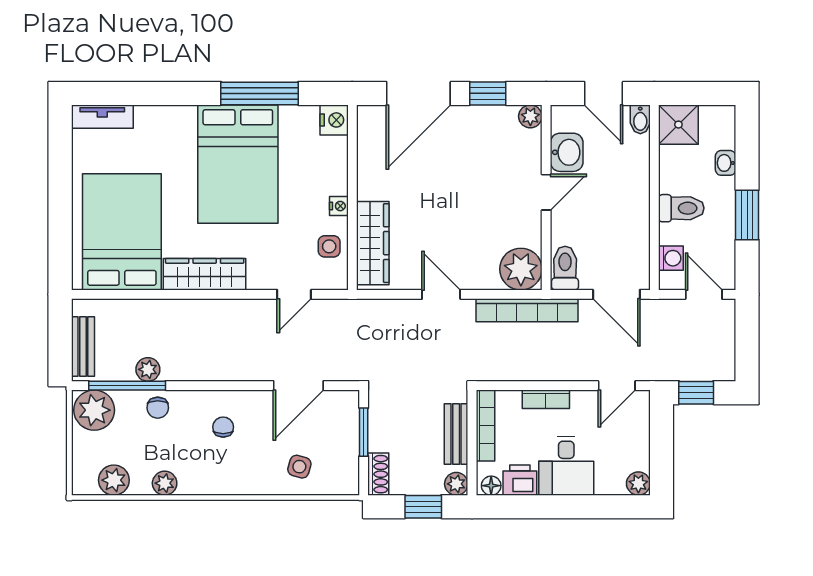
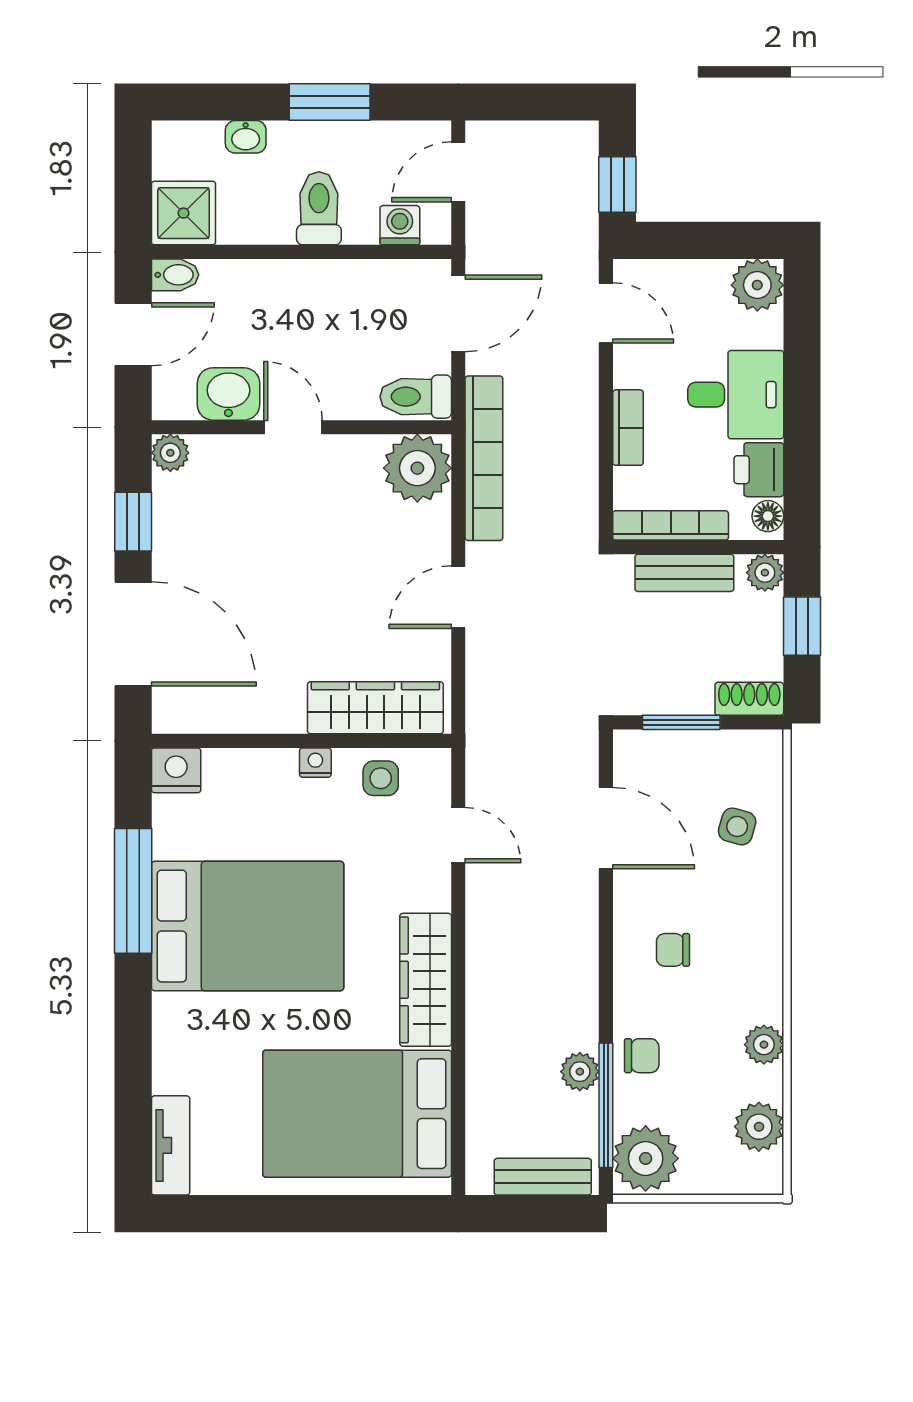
plant: (638, 484) -> (757, 285), width x1.38, depth x1.38

